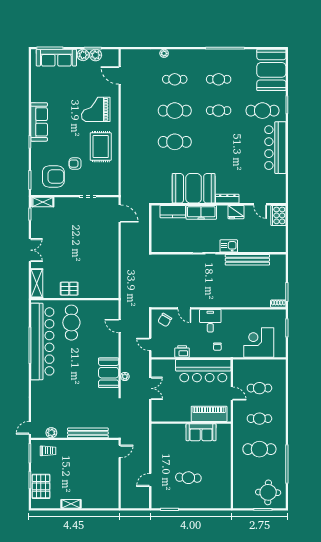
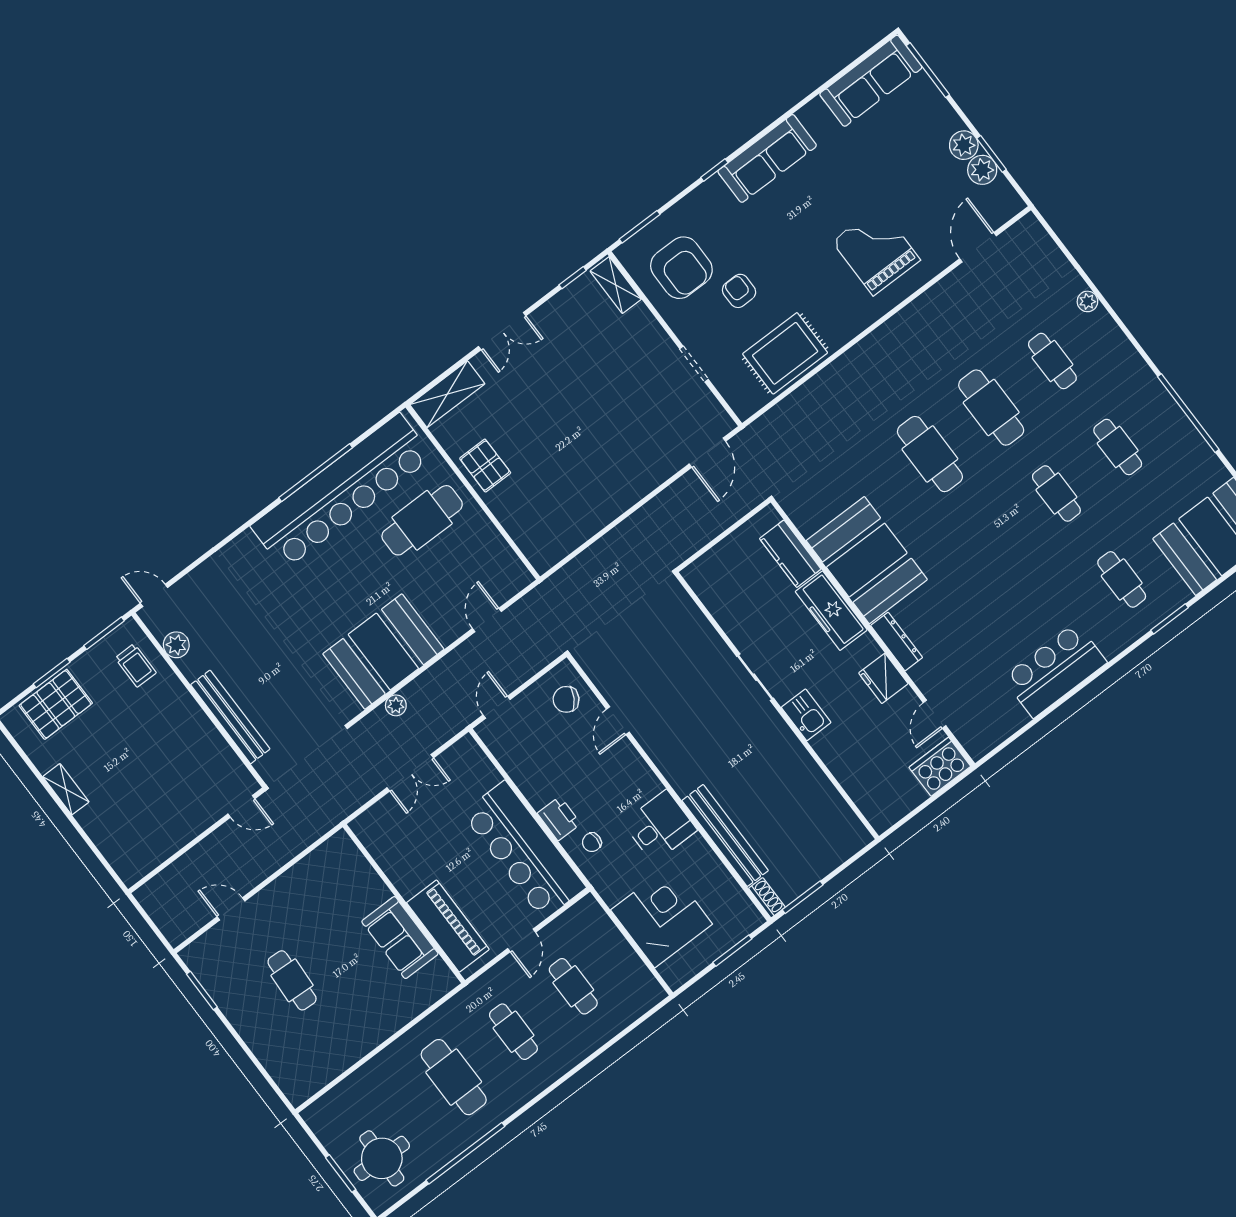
sofa: (56, 58) -> (871, 81), moved, turned -90
cafe table: (262, 111) -> (1122, 579), width x0.73, depth x0.74
rug: (101, 147) -> (785, 353), moved
bar counter: (275, 148) -> (1055, 670), width x0.73
bench: (247, 260) -> (725, 835), moved
desk: (210, 321) -> (660, 826), moved
printer: (182, 351) -> (559, 818), moved
booth: (109, 373) -> (383, 652), width x1.36, depth x1.42

